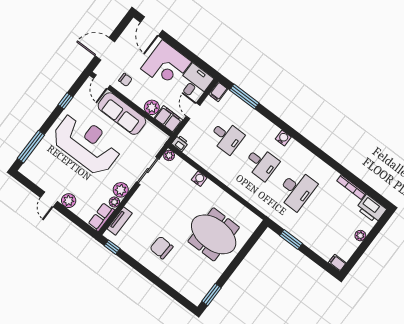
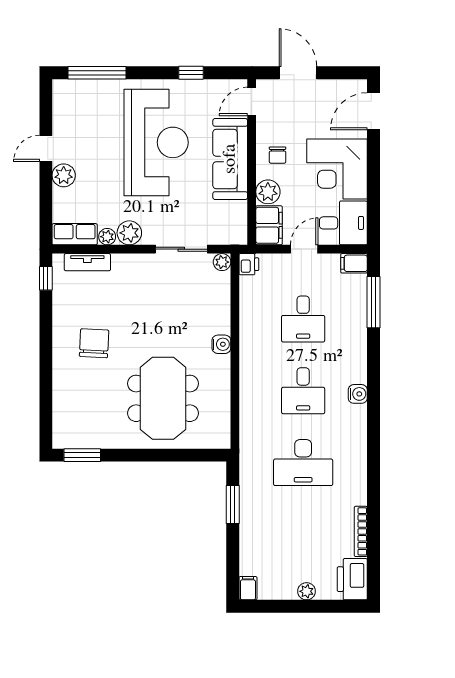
chair: (125, 80) -> (278, 155), moved
water cooler: (199, 179) -> (221, 344), moved

